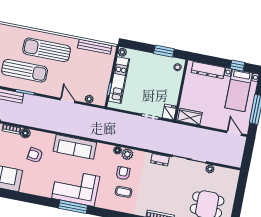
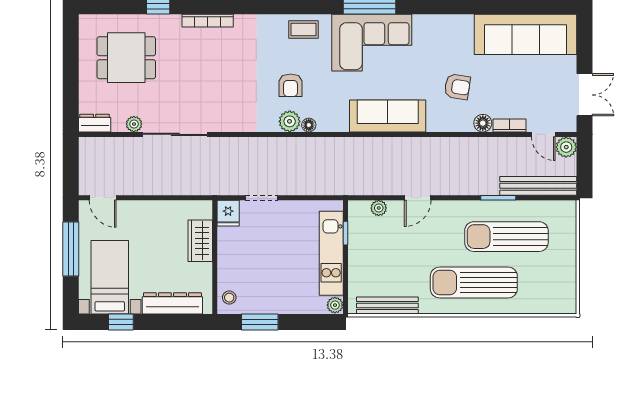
sun lounger: (47, 50) -> (474, 282), turned 180
door: (68, 100) -> (418, 198), hinge flipped
wardrobe: (190, 117) -> (200, 241), moved, turned 90
dresser: (160, 160) -> (95, 123), moved
coffee table: (124, 192) -> (303, 30), moved

